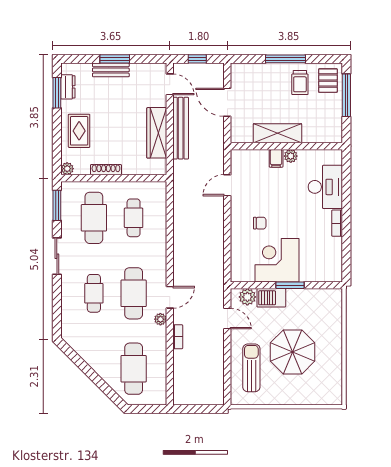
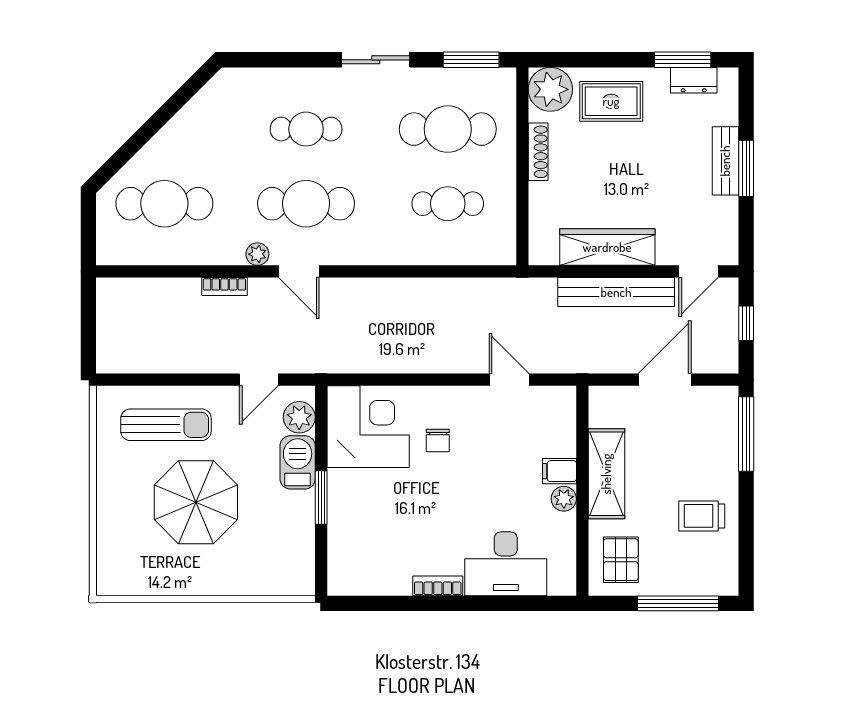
window: (285, 59) -> (746, 434), moved
pallet: (328, 81) -> (621, 560), moved, turned 90
plant: (67, 169) -> (550, 89), width x1.88, depth x1.88
corner desk: (277, 260) -> (368, 427), moved

